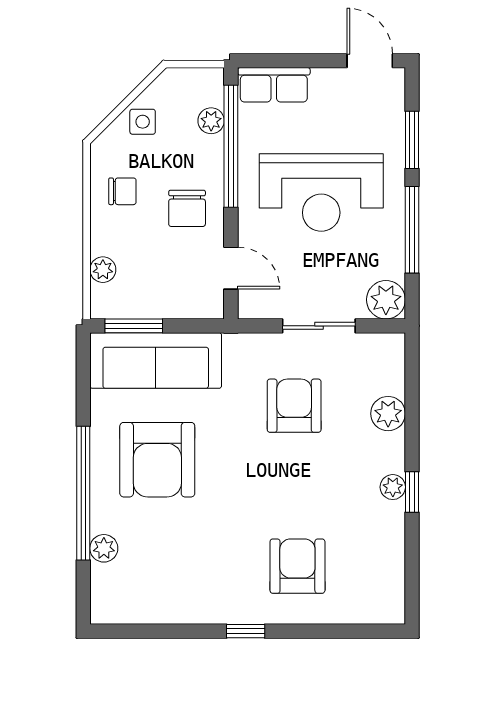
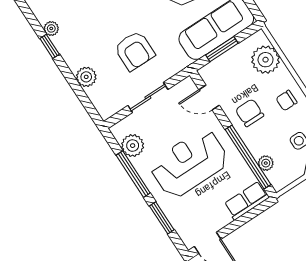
plant: (103, 270) -> (266, 60), width x1.88, depth x1.88
plant: (386, 300) -> (133, 146), moved
window: (134, 326) -> (222, 49), moved
plant: (393, 487) -> (51, 28), moved

